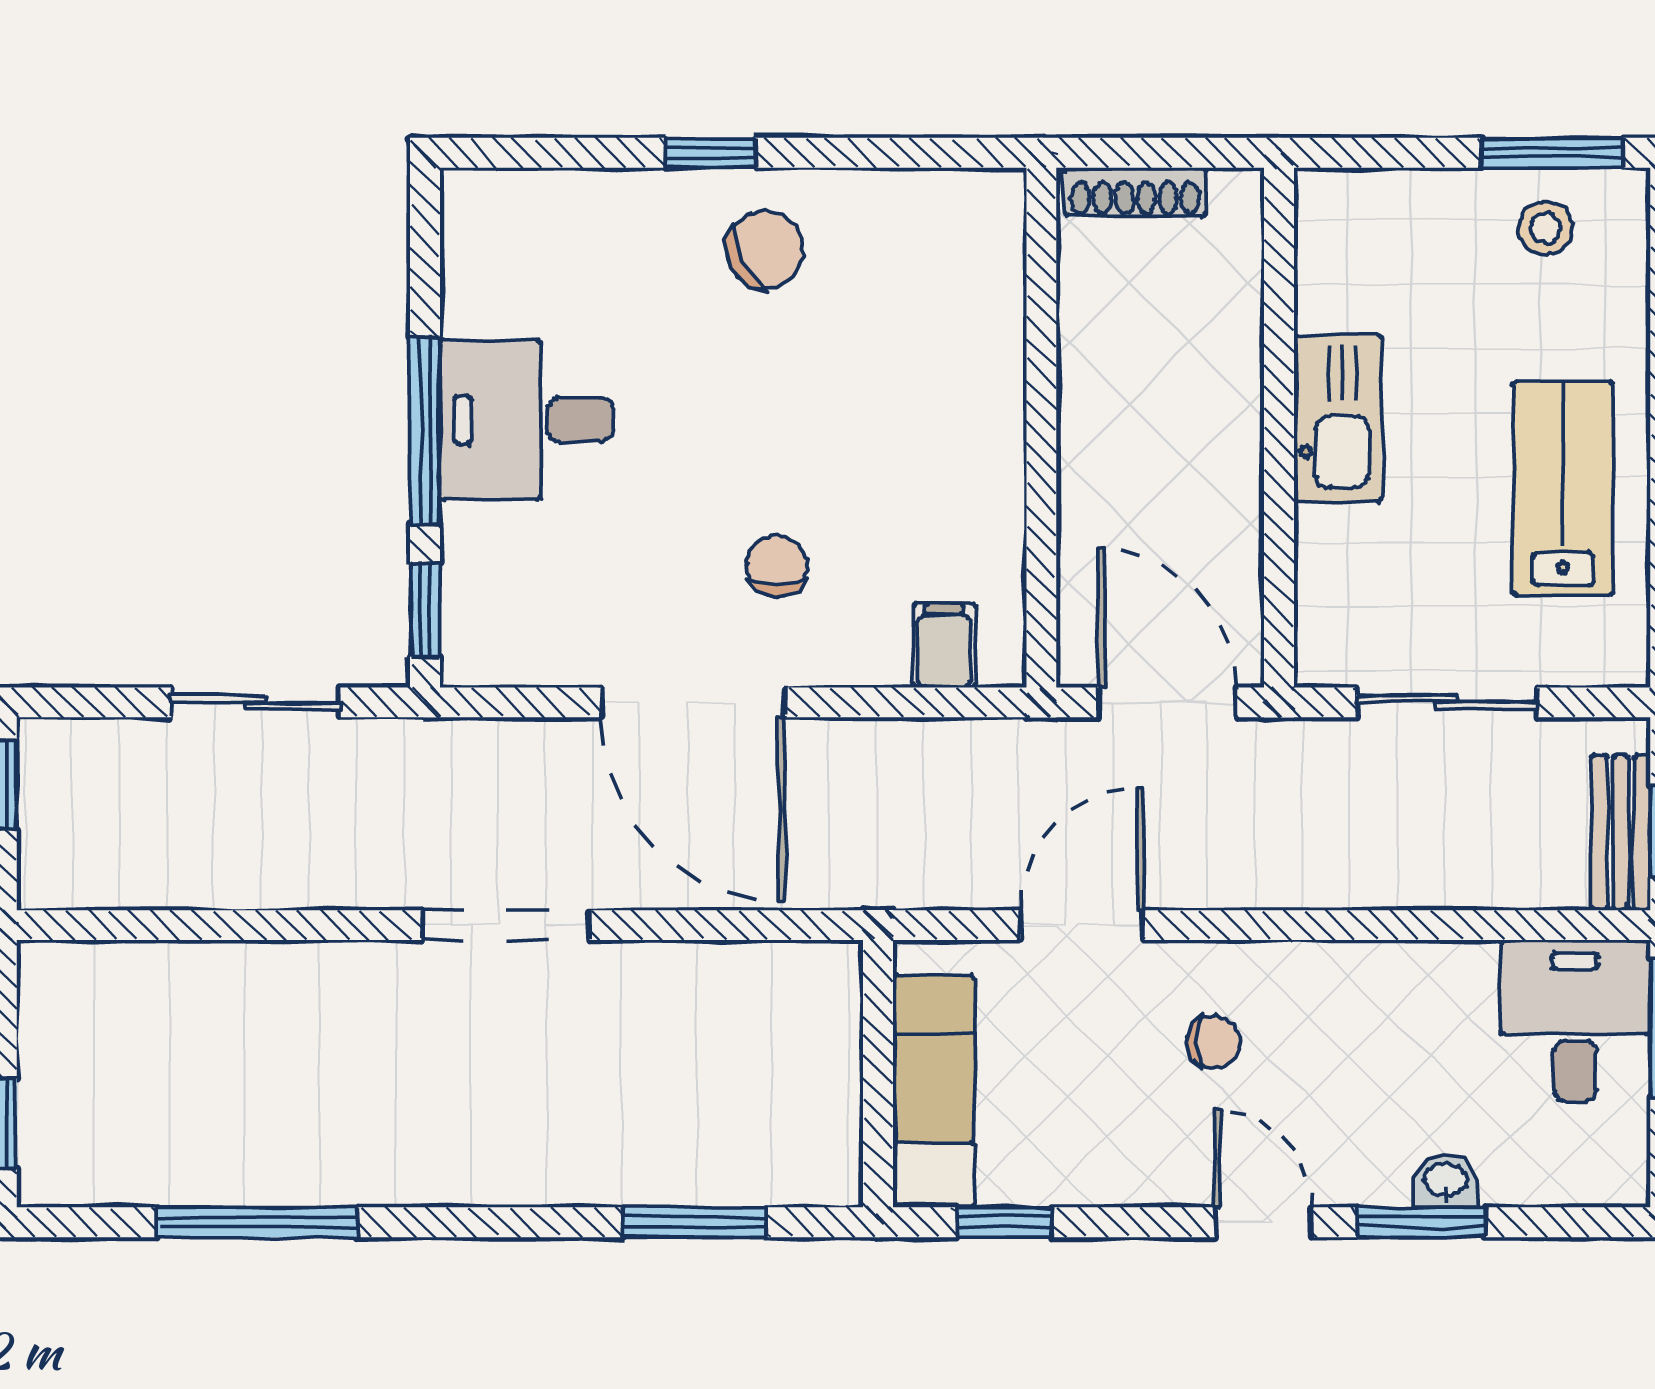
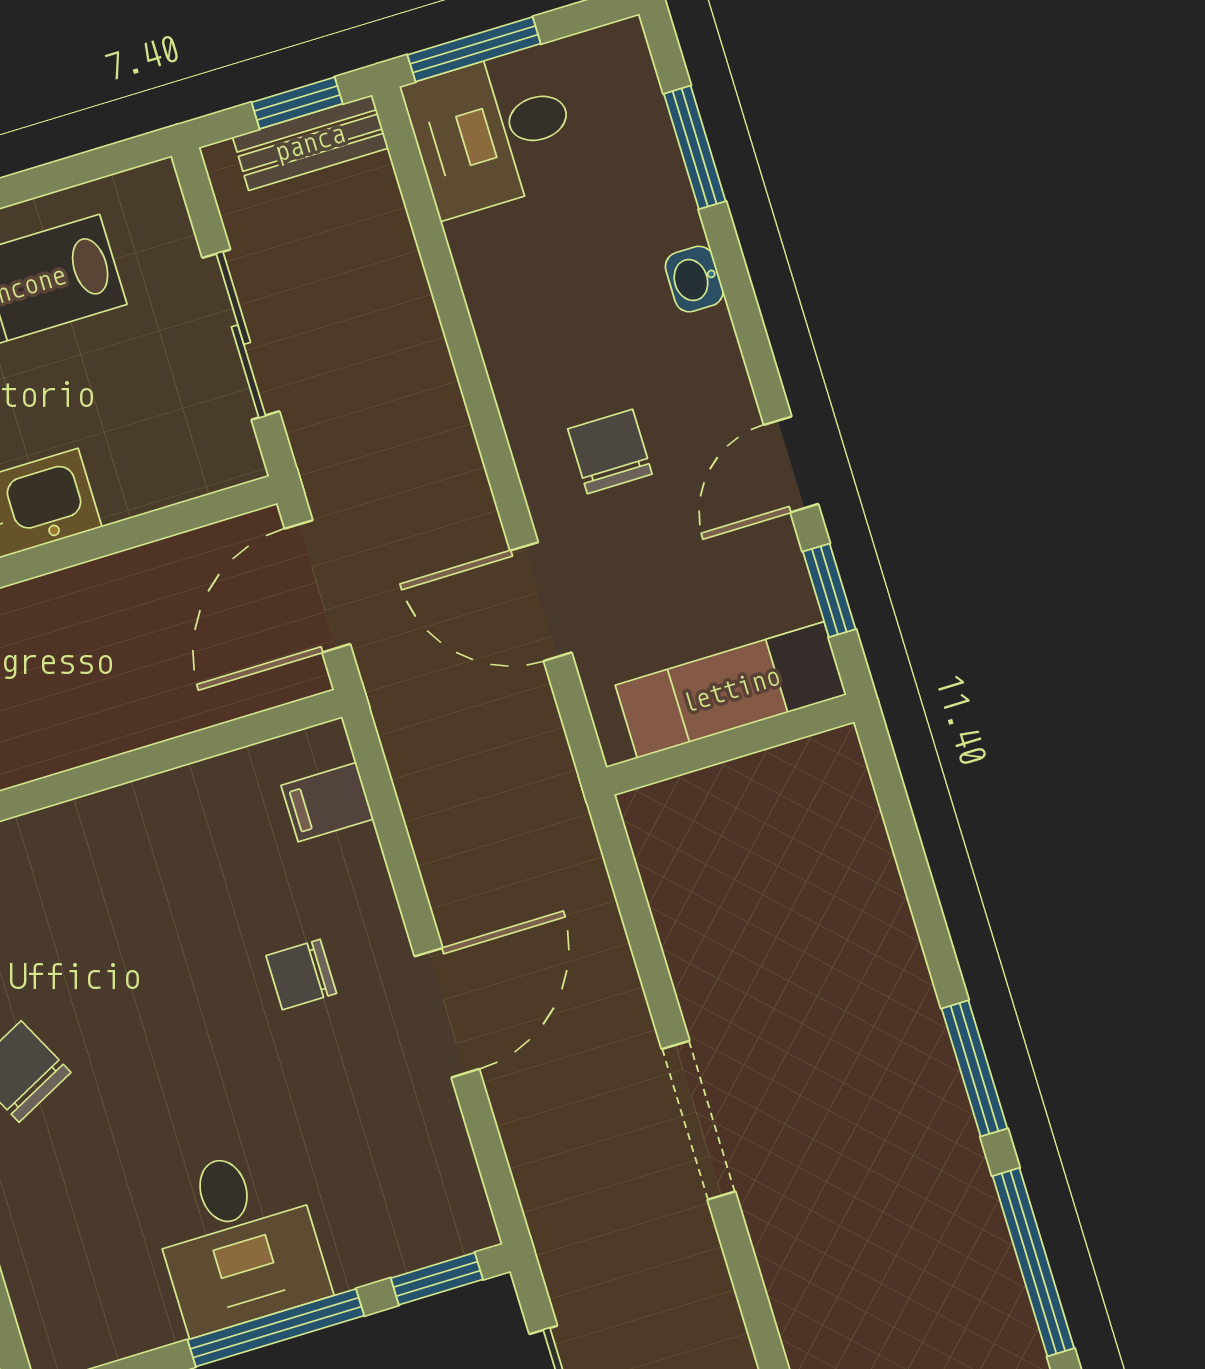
door: (693, 702) -> (447, 1013), width x0.73
chair: (1214, 1042) -> (610, 451), width x1.37, depth x1.37
washbasin: (1446, 1181) -> (694, 279), moved
window: (694, 1222) -> (975, 1068), moved
door: (1263, 1222) -> (791, 464), moved
window: (1421, 1222) -> (695, 147), moved

